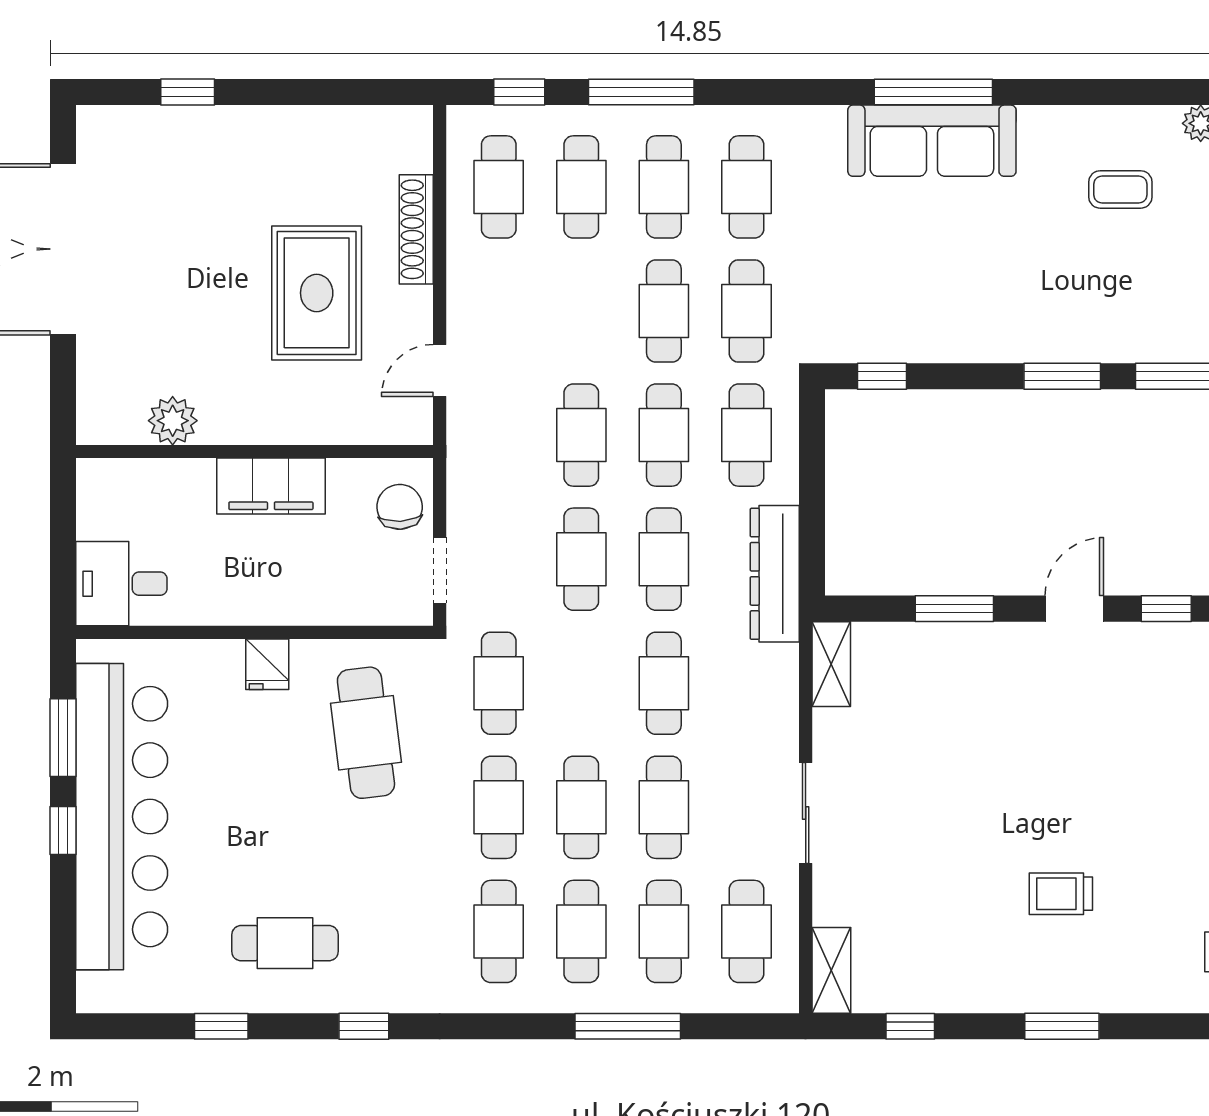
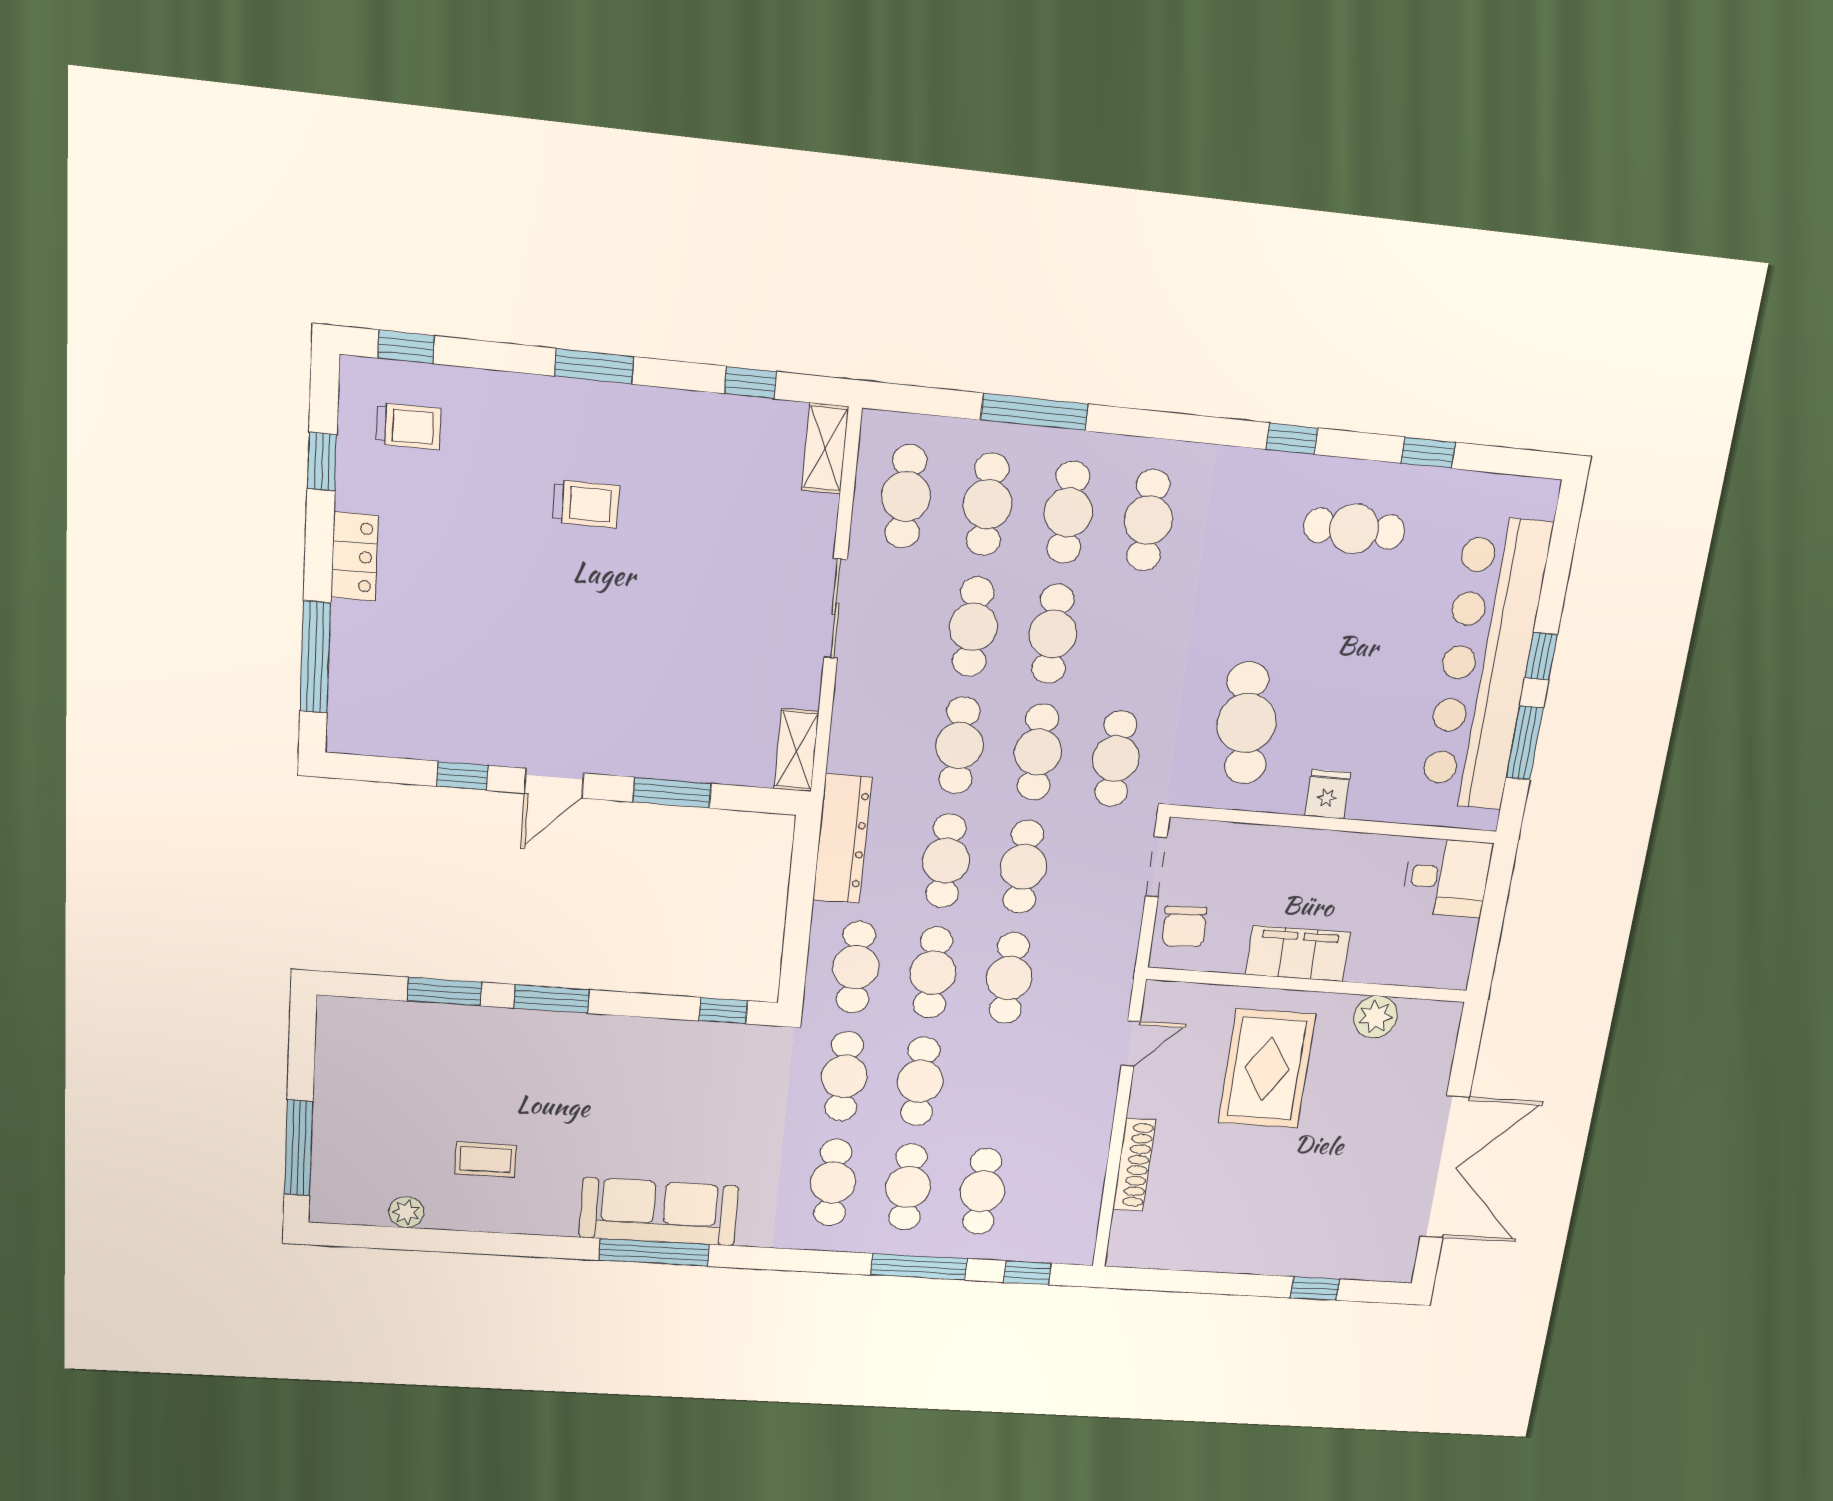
cafe table: (499, 187) -> (1056, 1196), removed
rug: (317, 293) -> (1267, 1069), moved
cafe table: (499, 807) -> (1038, 752), moved

